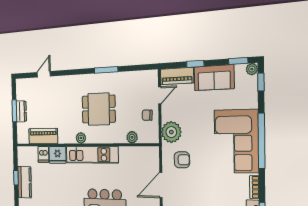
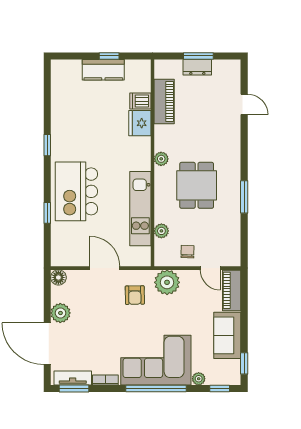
window: (195, 64) -> (244, 313), removed
plant: (252, 69) -> (199, 379), moved
kitchen unit: (92, 155) -> (140, 209), moved

